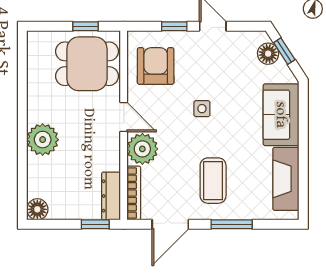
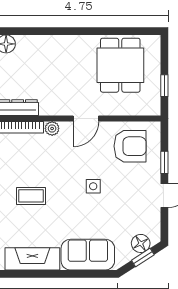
dining table: (87, 64) -> (120, 65), moved
plant: (43, 140) -> (66, 49), removed
plant: (142, 149) -> (52, 128), width x0.53, depth x0.53
coffee table: (213, 181) -> (31, 196), width x0.73, depth x0.77

